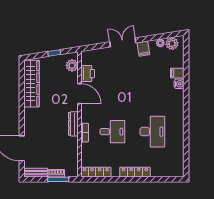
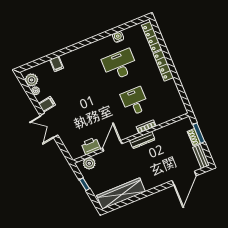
water cooler: (179, 84) -> (118, 37), moved
locker: (96, 172) -> (152, 37), moved

